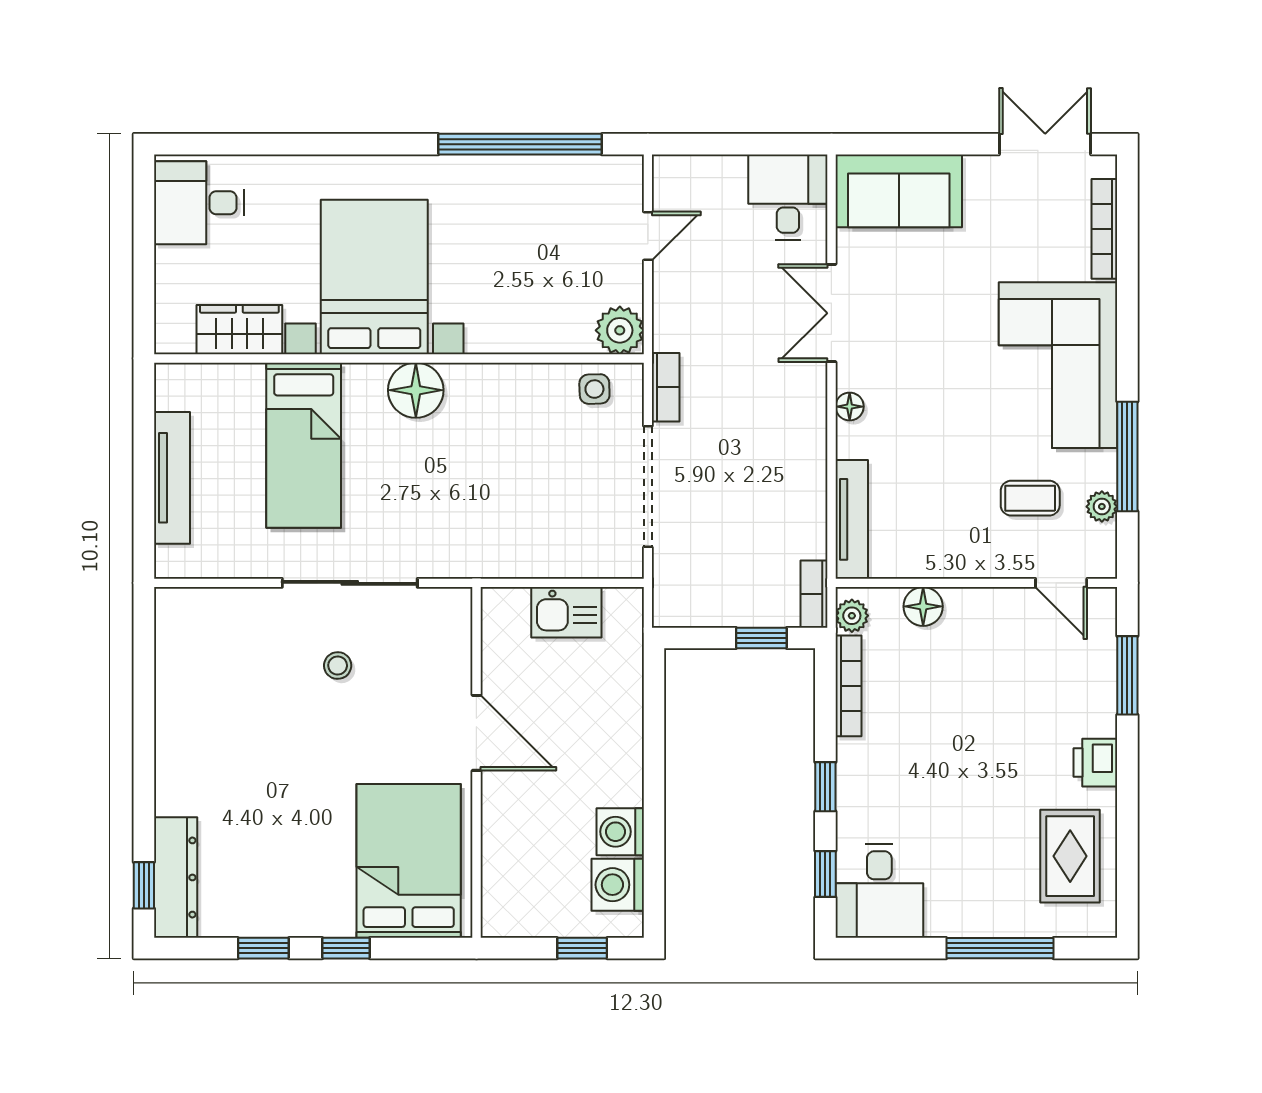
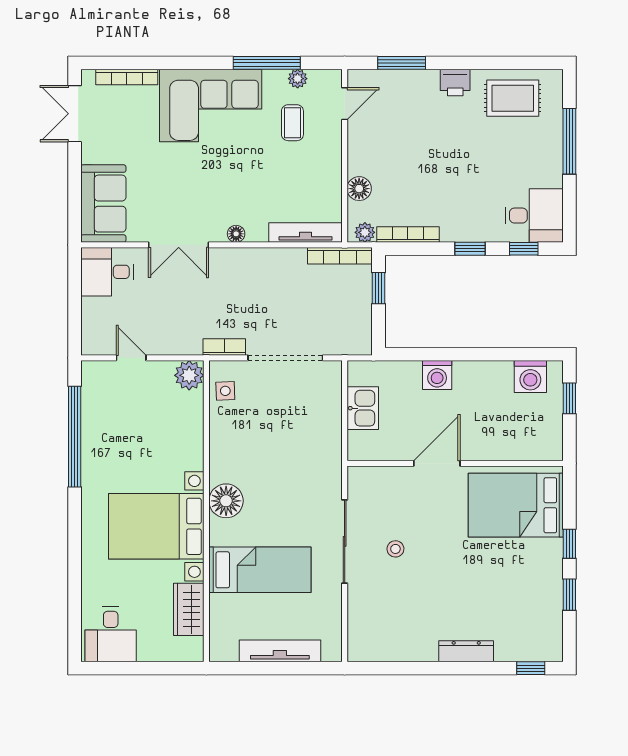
bookcase: (814, 594) -> (340, 256), width x1.56
washing machine: (620, 832) -> (437, 375), moved
dresser: (176, 878) -> (466, 651), moved, width x0.73, depth x0.80

